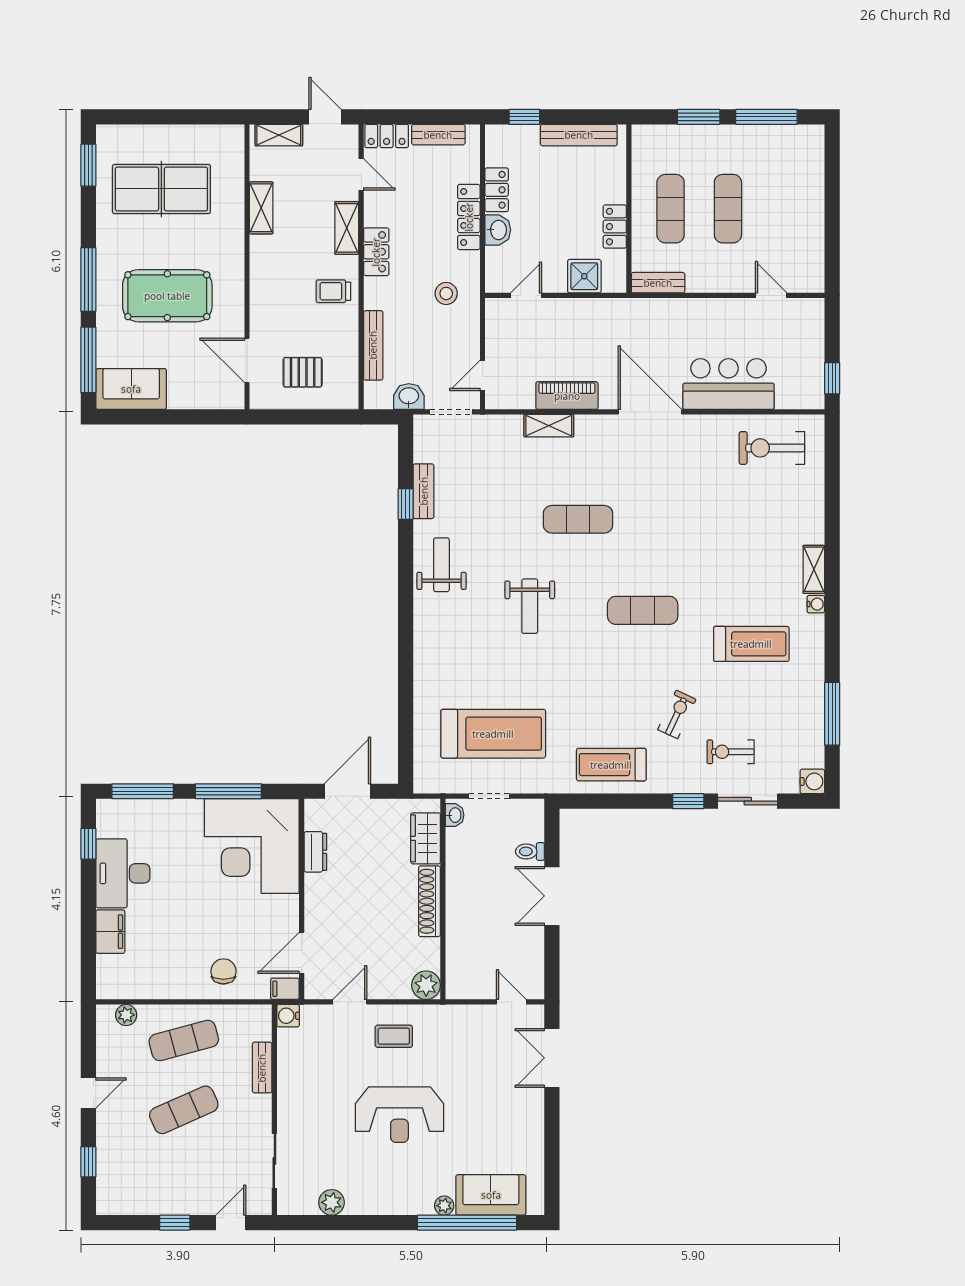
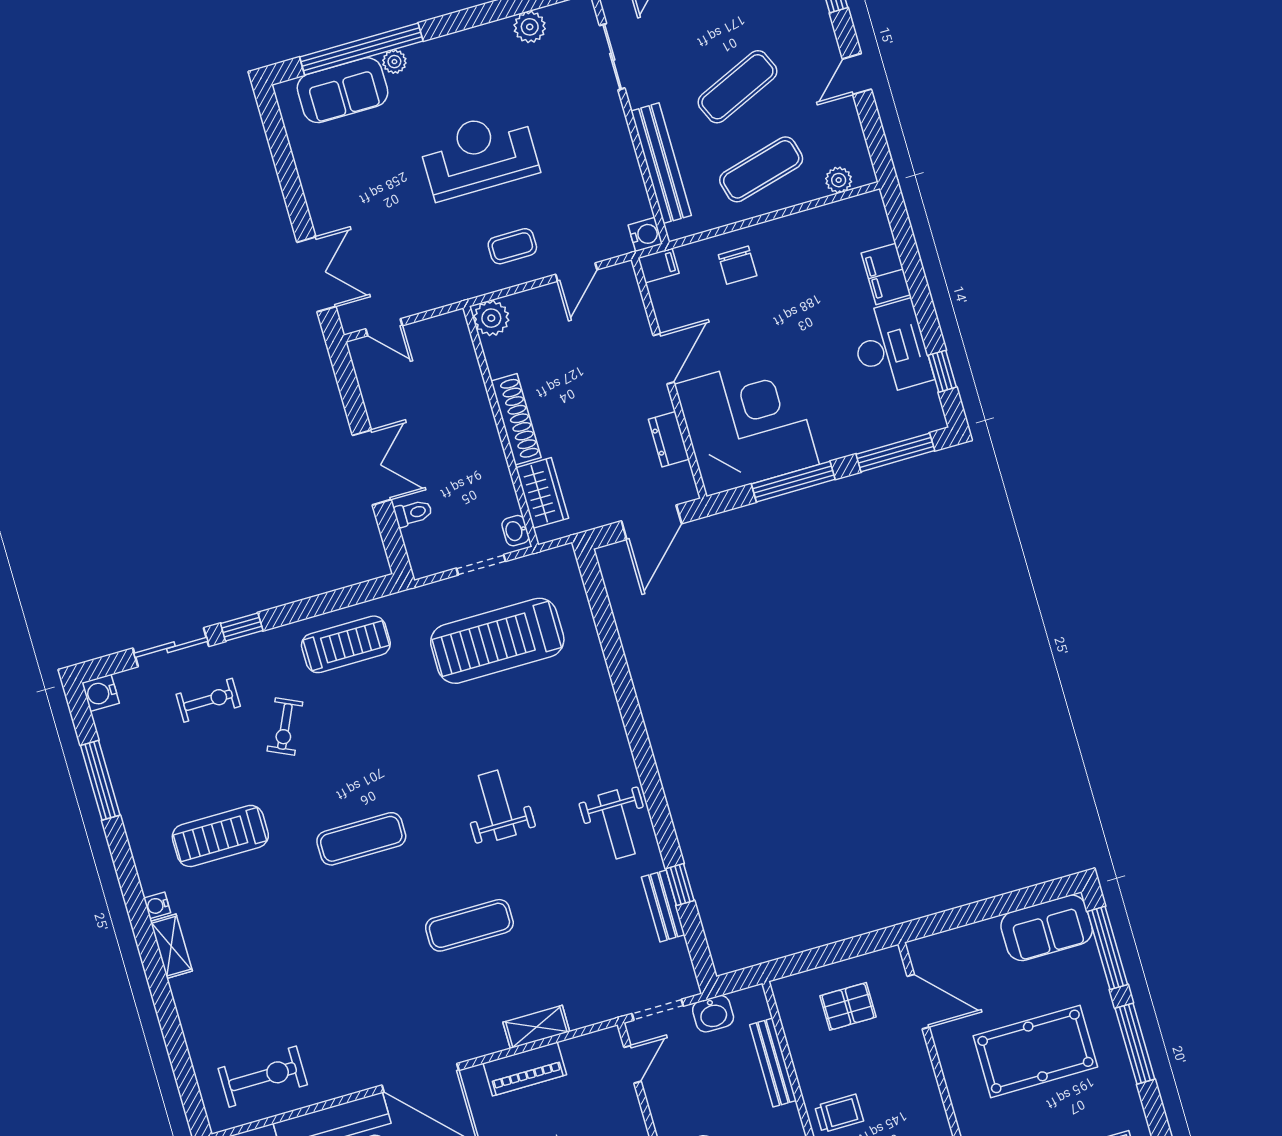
door: (302, 953) -> (664, 359), moved
bench: (262, 1068) -> (661, 163), width x1.86, depth x1.21

